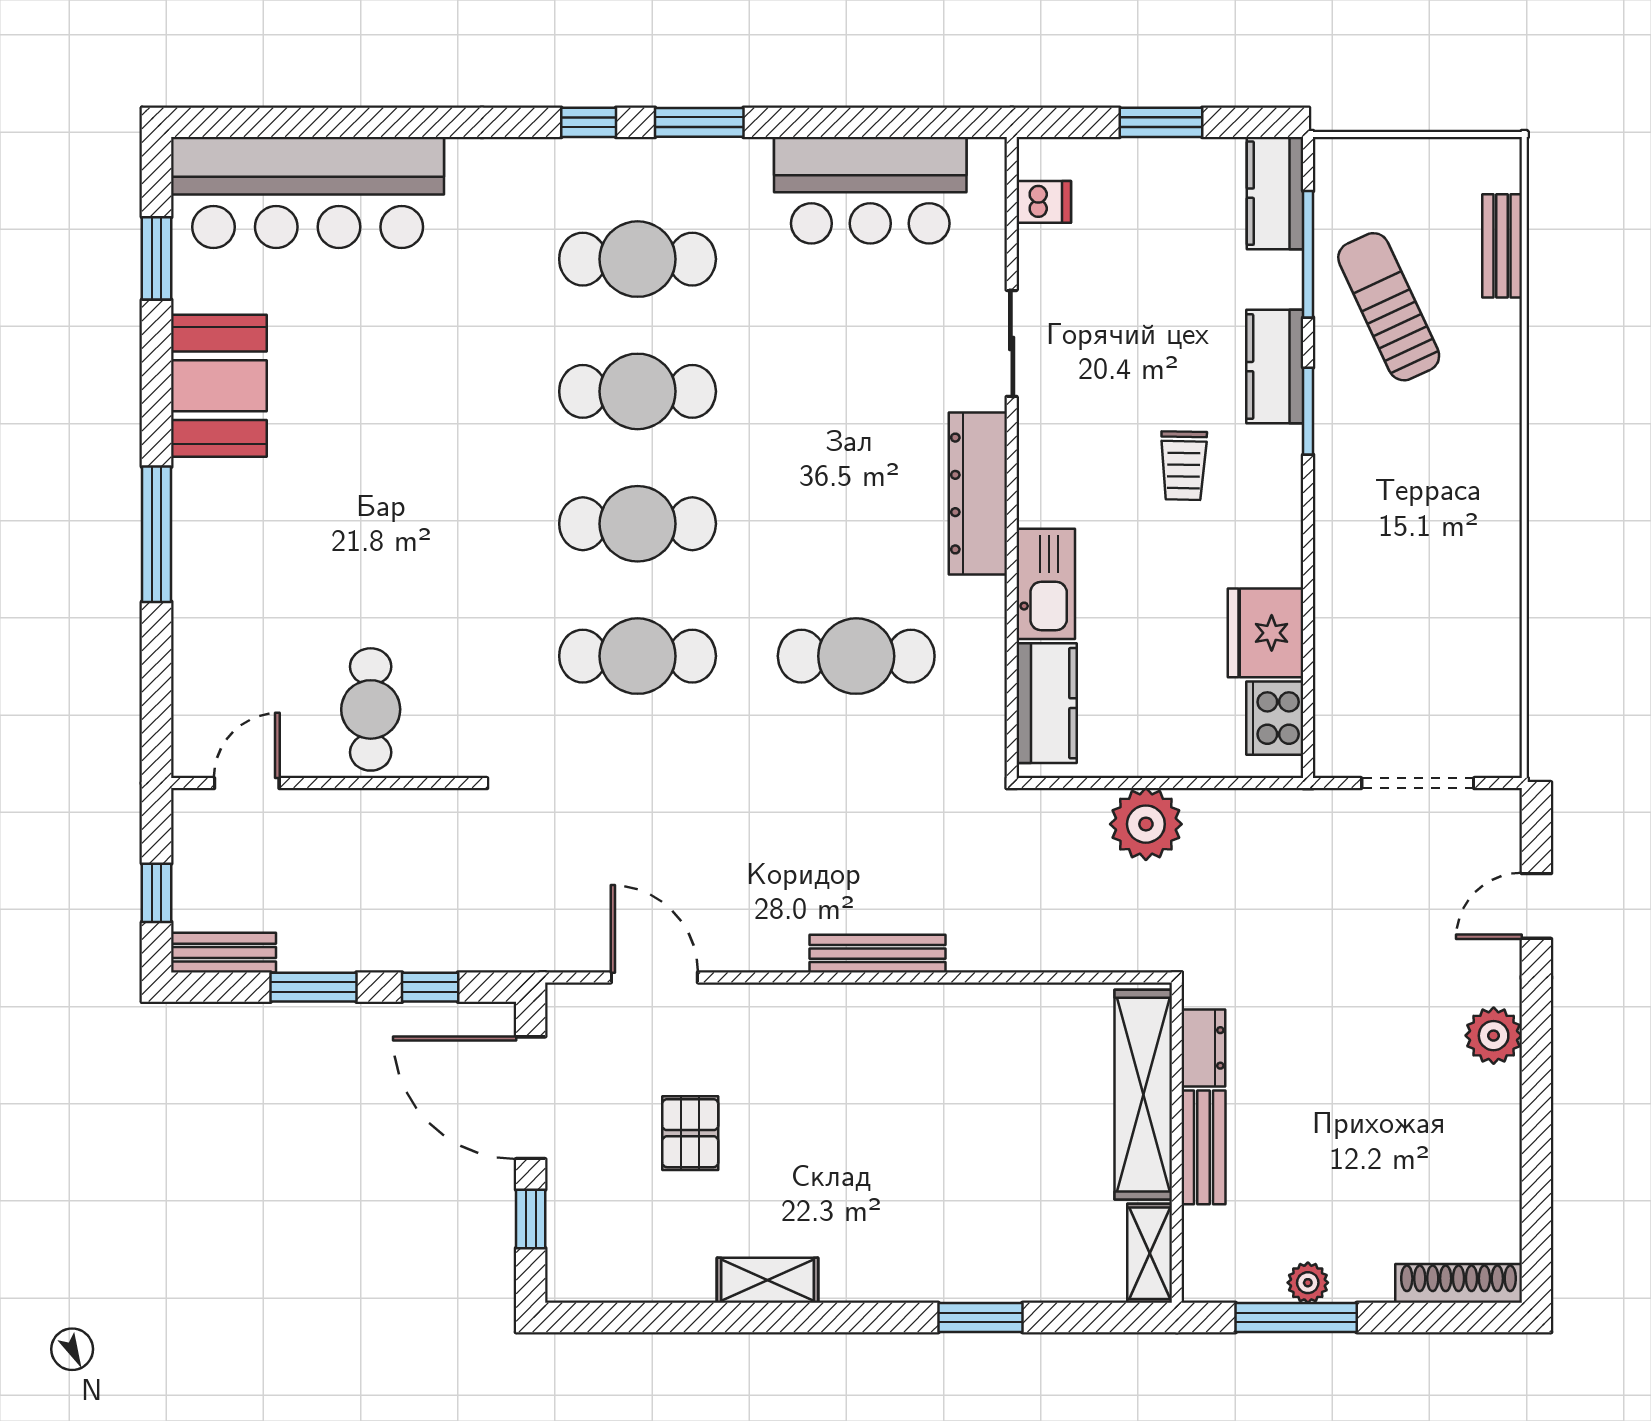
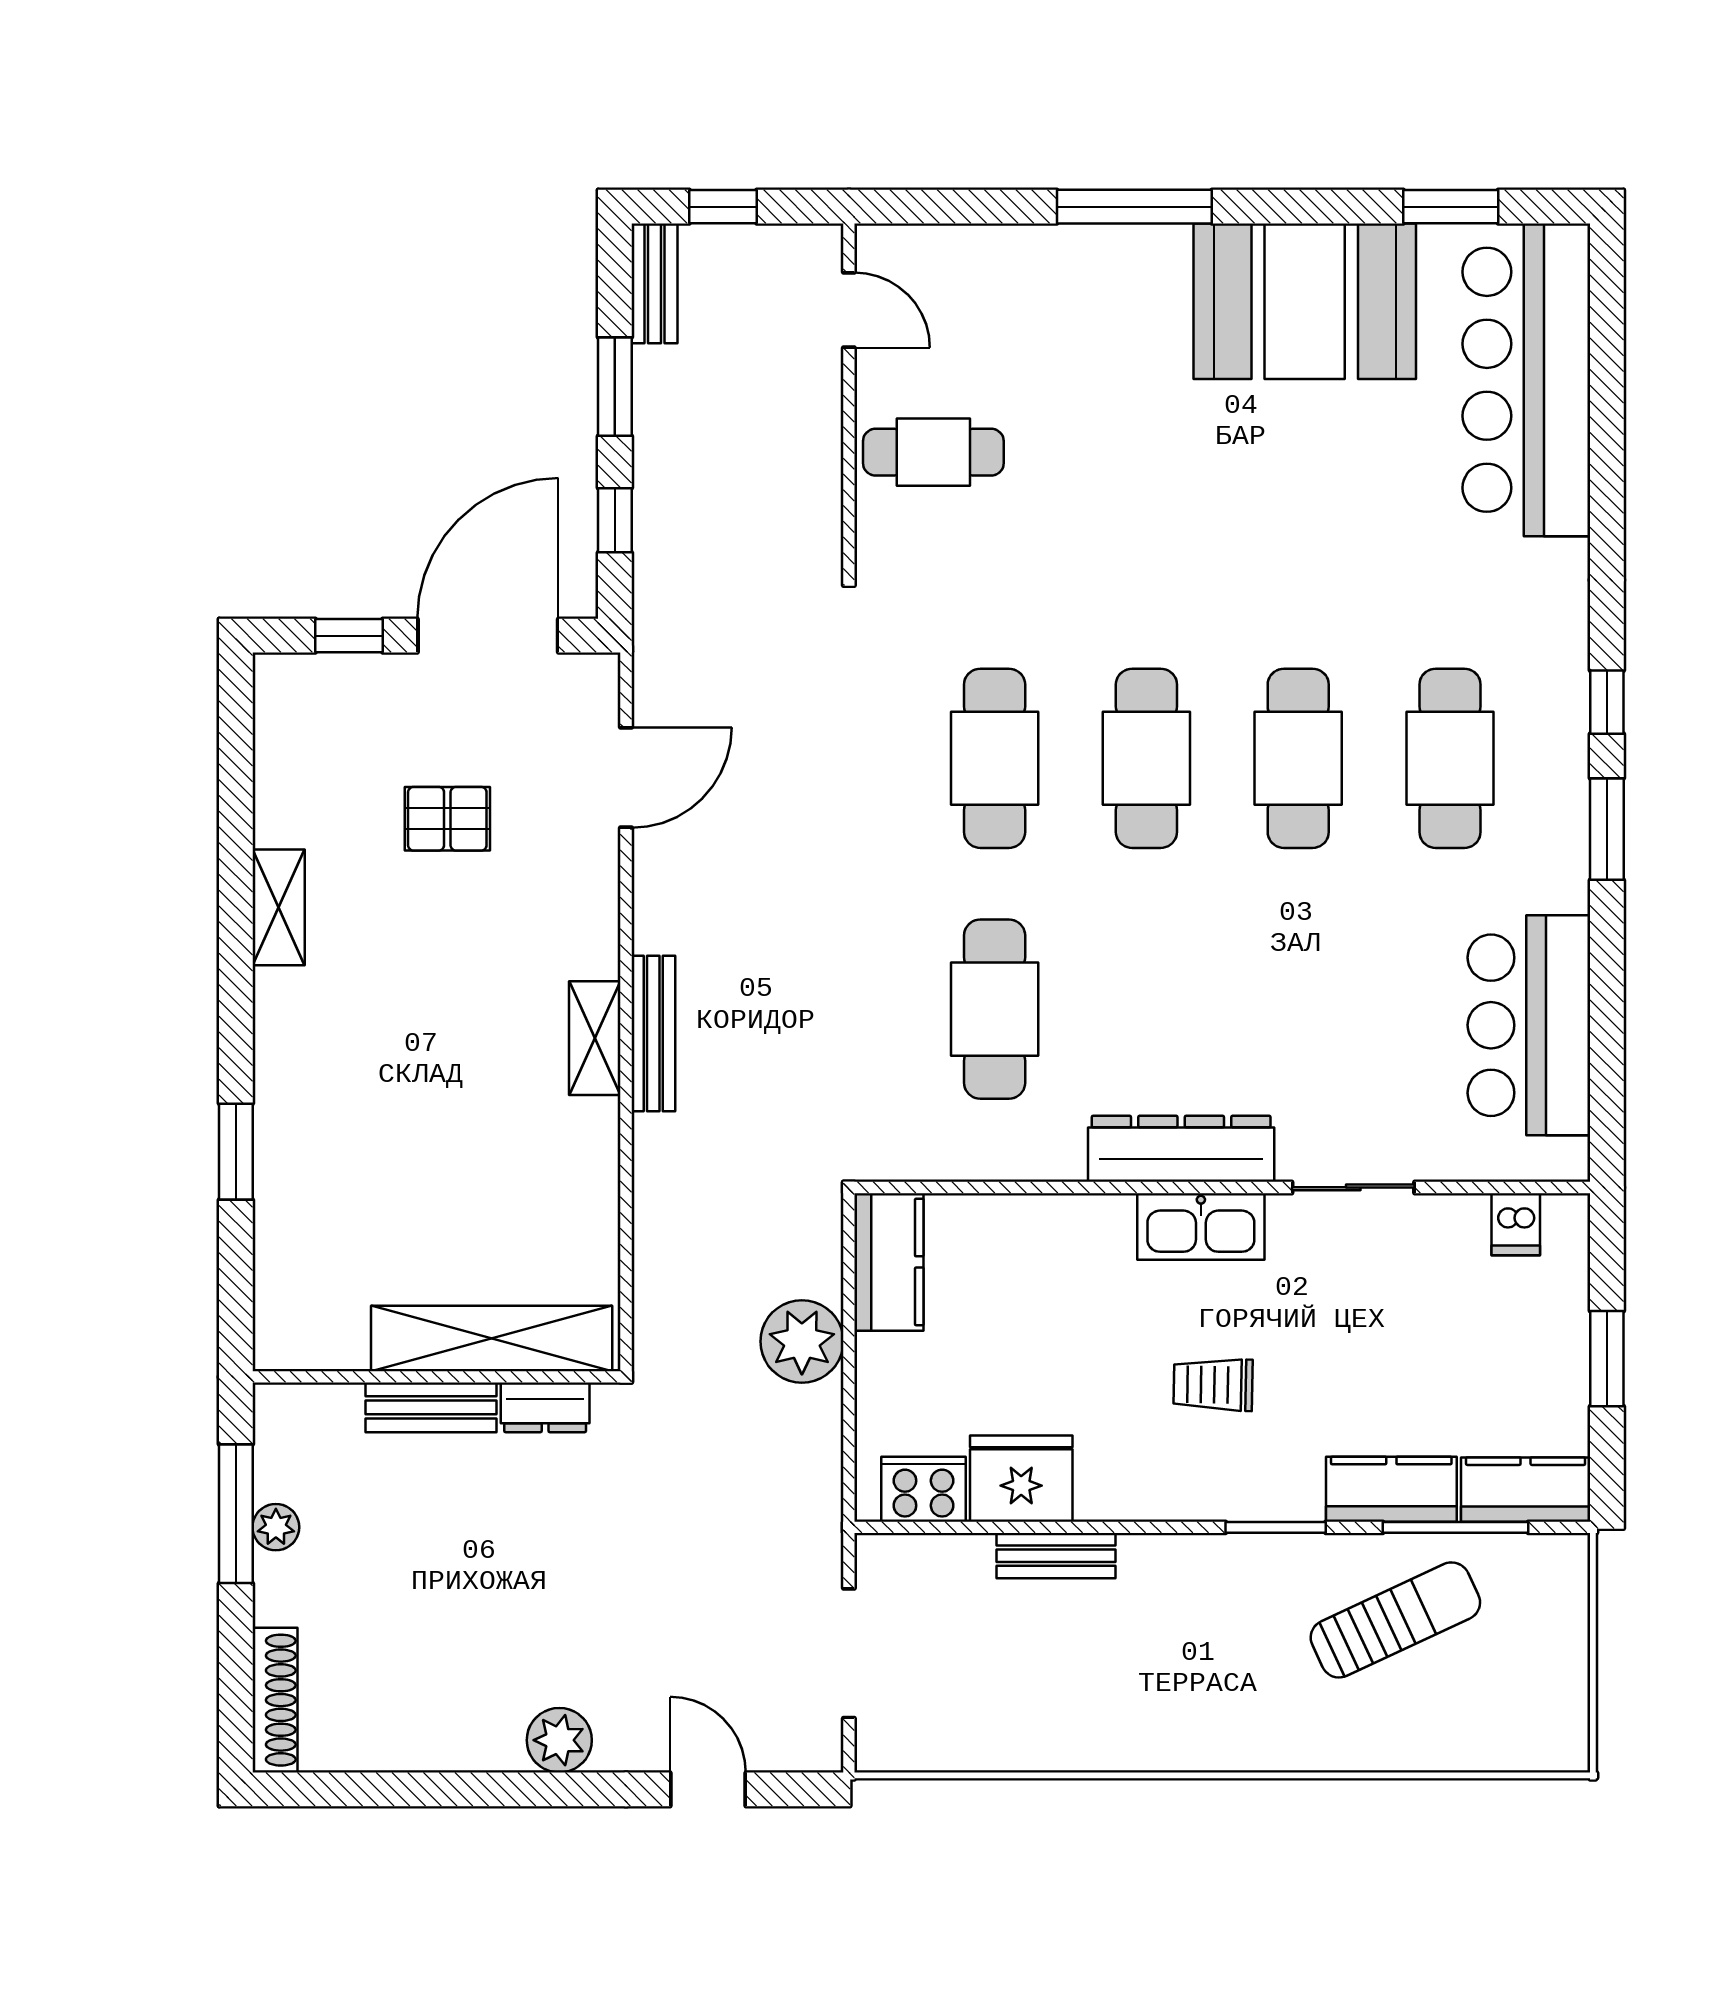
bench: (1502, 246) -> (1056, 1556), moved
kitchen counter: (1275, 367) -> (1391, 1489), moved
booth: (219, 386) -> (1305, 301), width x1.36, depth x1.42
kitchen sink: (1046, 584) -> (1201, 1226), moved
kitchen counter: (1047, 703) -> (889, 1262), moved, turned -90
shelving: (1150, 1253) -> (595, 1038), moved, turned 90

